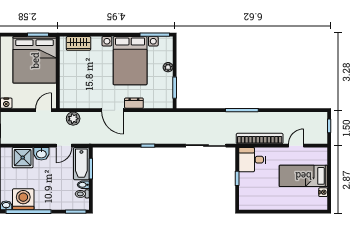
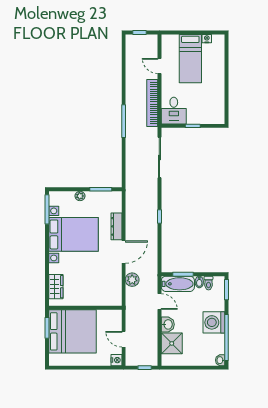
dresser: (134, 103) -> (116, 226), width x1.44
door: (44, 110) -> (124, 339), moved
plant: (73, 119) -> (132, 280), moved
washing machine: (23, 199) -> (214, 322), moved

